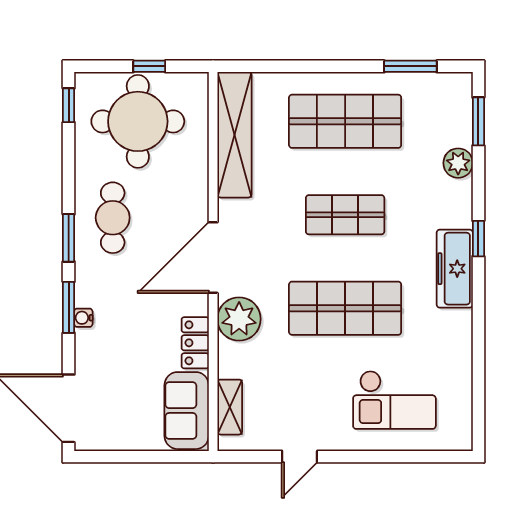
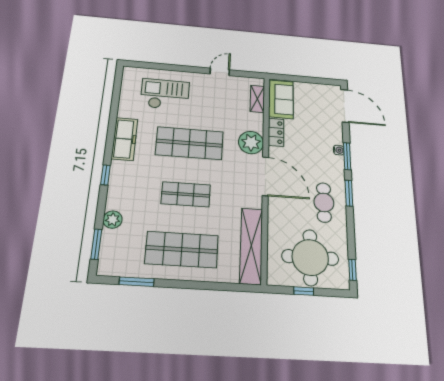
door: (213, 258) -> (265, 176), hinge flipped
freezer: (455, 269) -> (125, 139), moved

